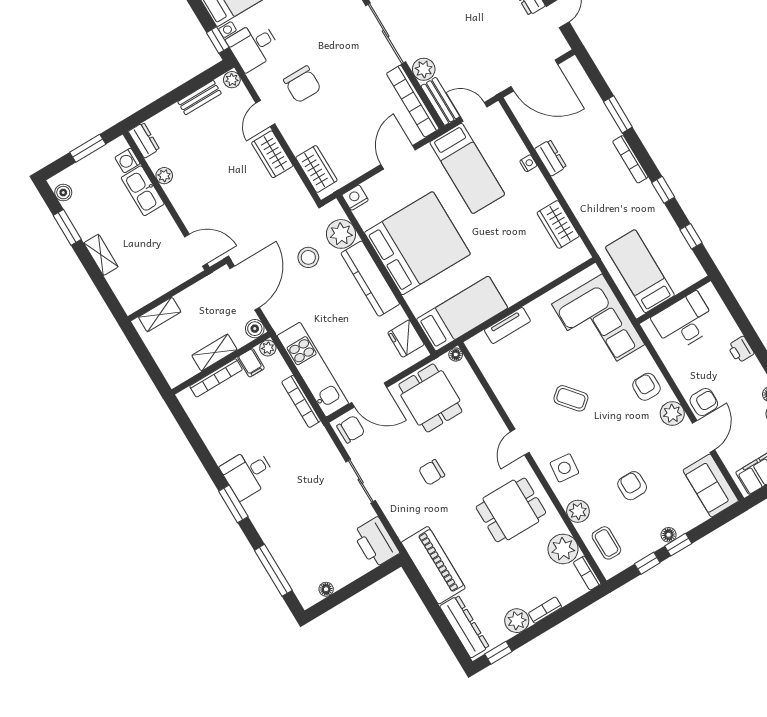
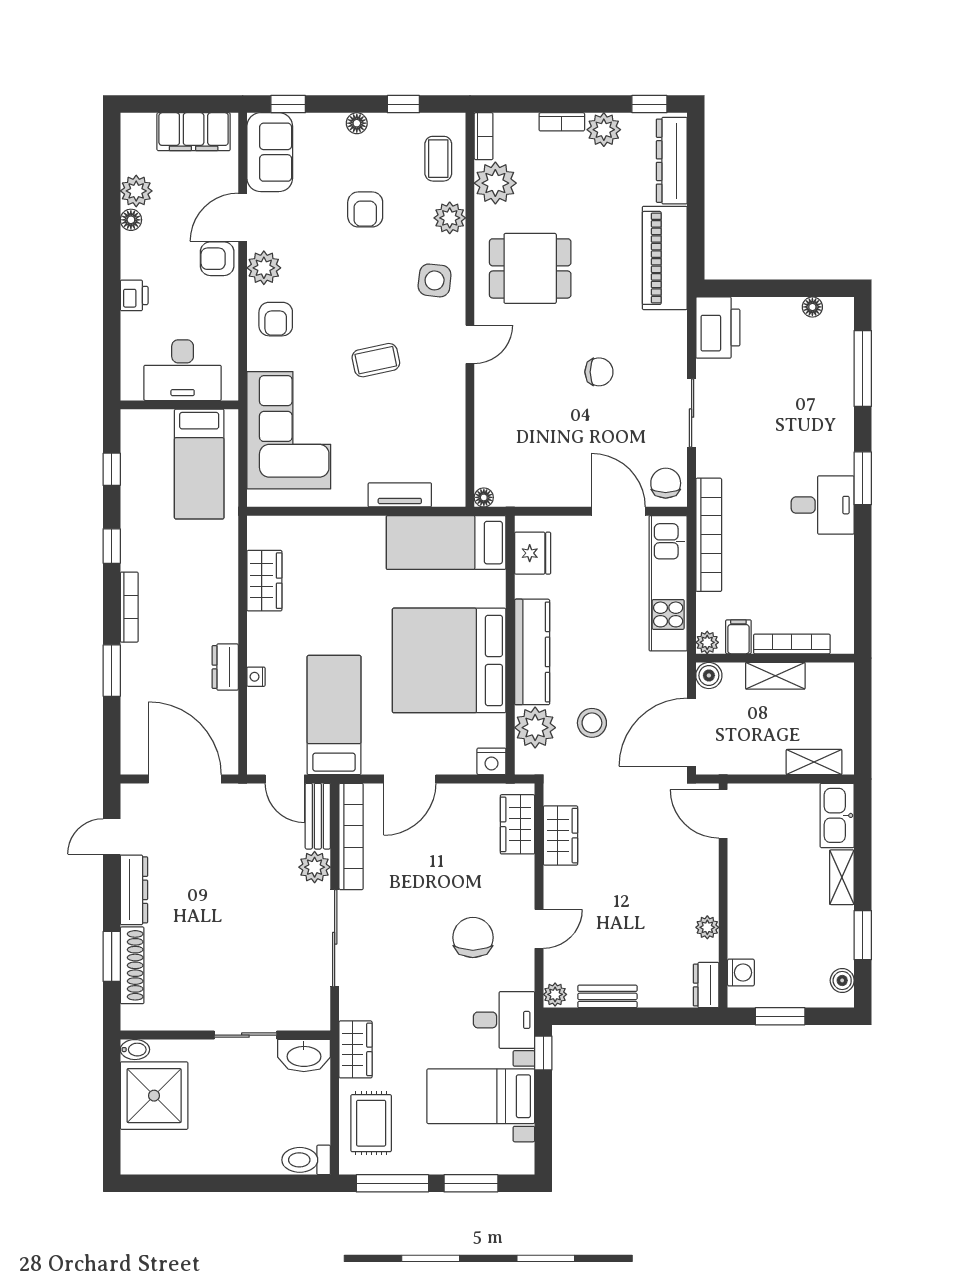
wardrobe: (272, 154) -> (560, 836), moved
kitchen sink: (143, 191) -> (837, 815), moved, turned 180
dining table: (430, 398) -> (546, 463), removed
coffee table: (571, 398) -> (376, 360), turned -62
bookcase: (301, 401) -> (709, 535), width x1.48, depth x1.31
chair: (351, 429) -> (666, 483), turned 90
window: (678, 545) -> (288, 104), moved

